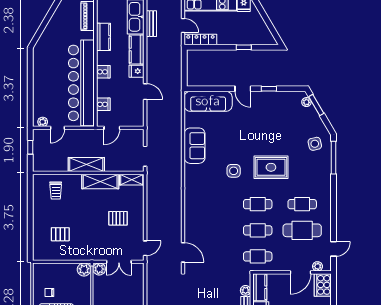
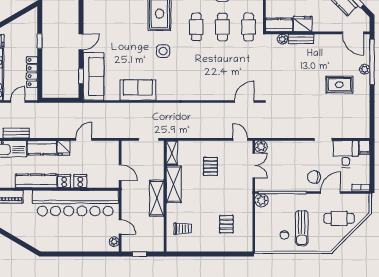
kitchen counter: (104, 37) -> (36, 181), width x1.50
locker: (200, 40) -> (32, 72), moved
window: (269, 89) -> (81, 76), moved
cooker: (103, 104) -> (80, 181), moved
plant: (99, 269) -> (261, 147), moved

